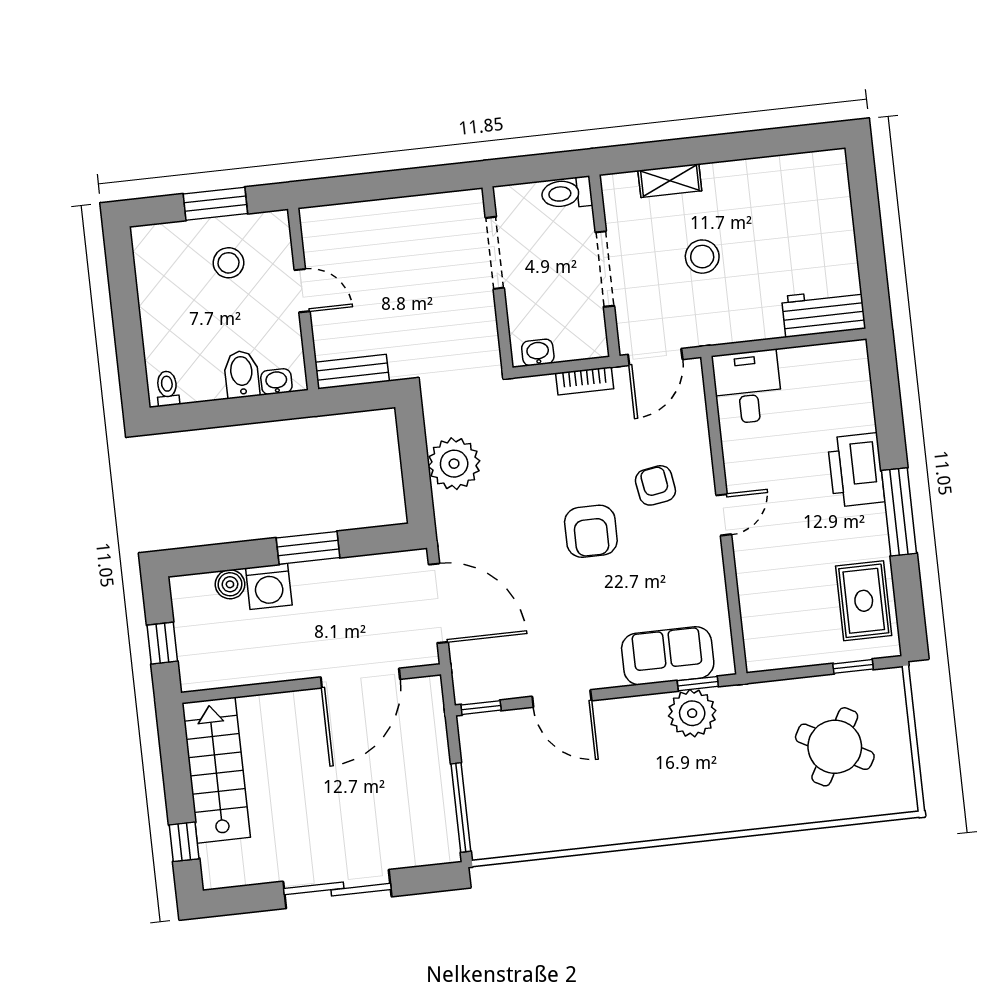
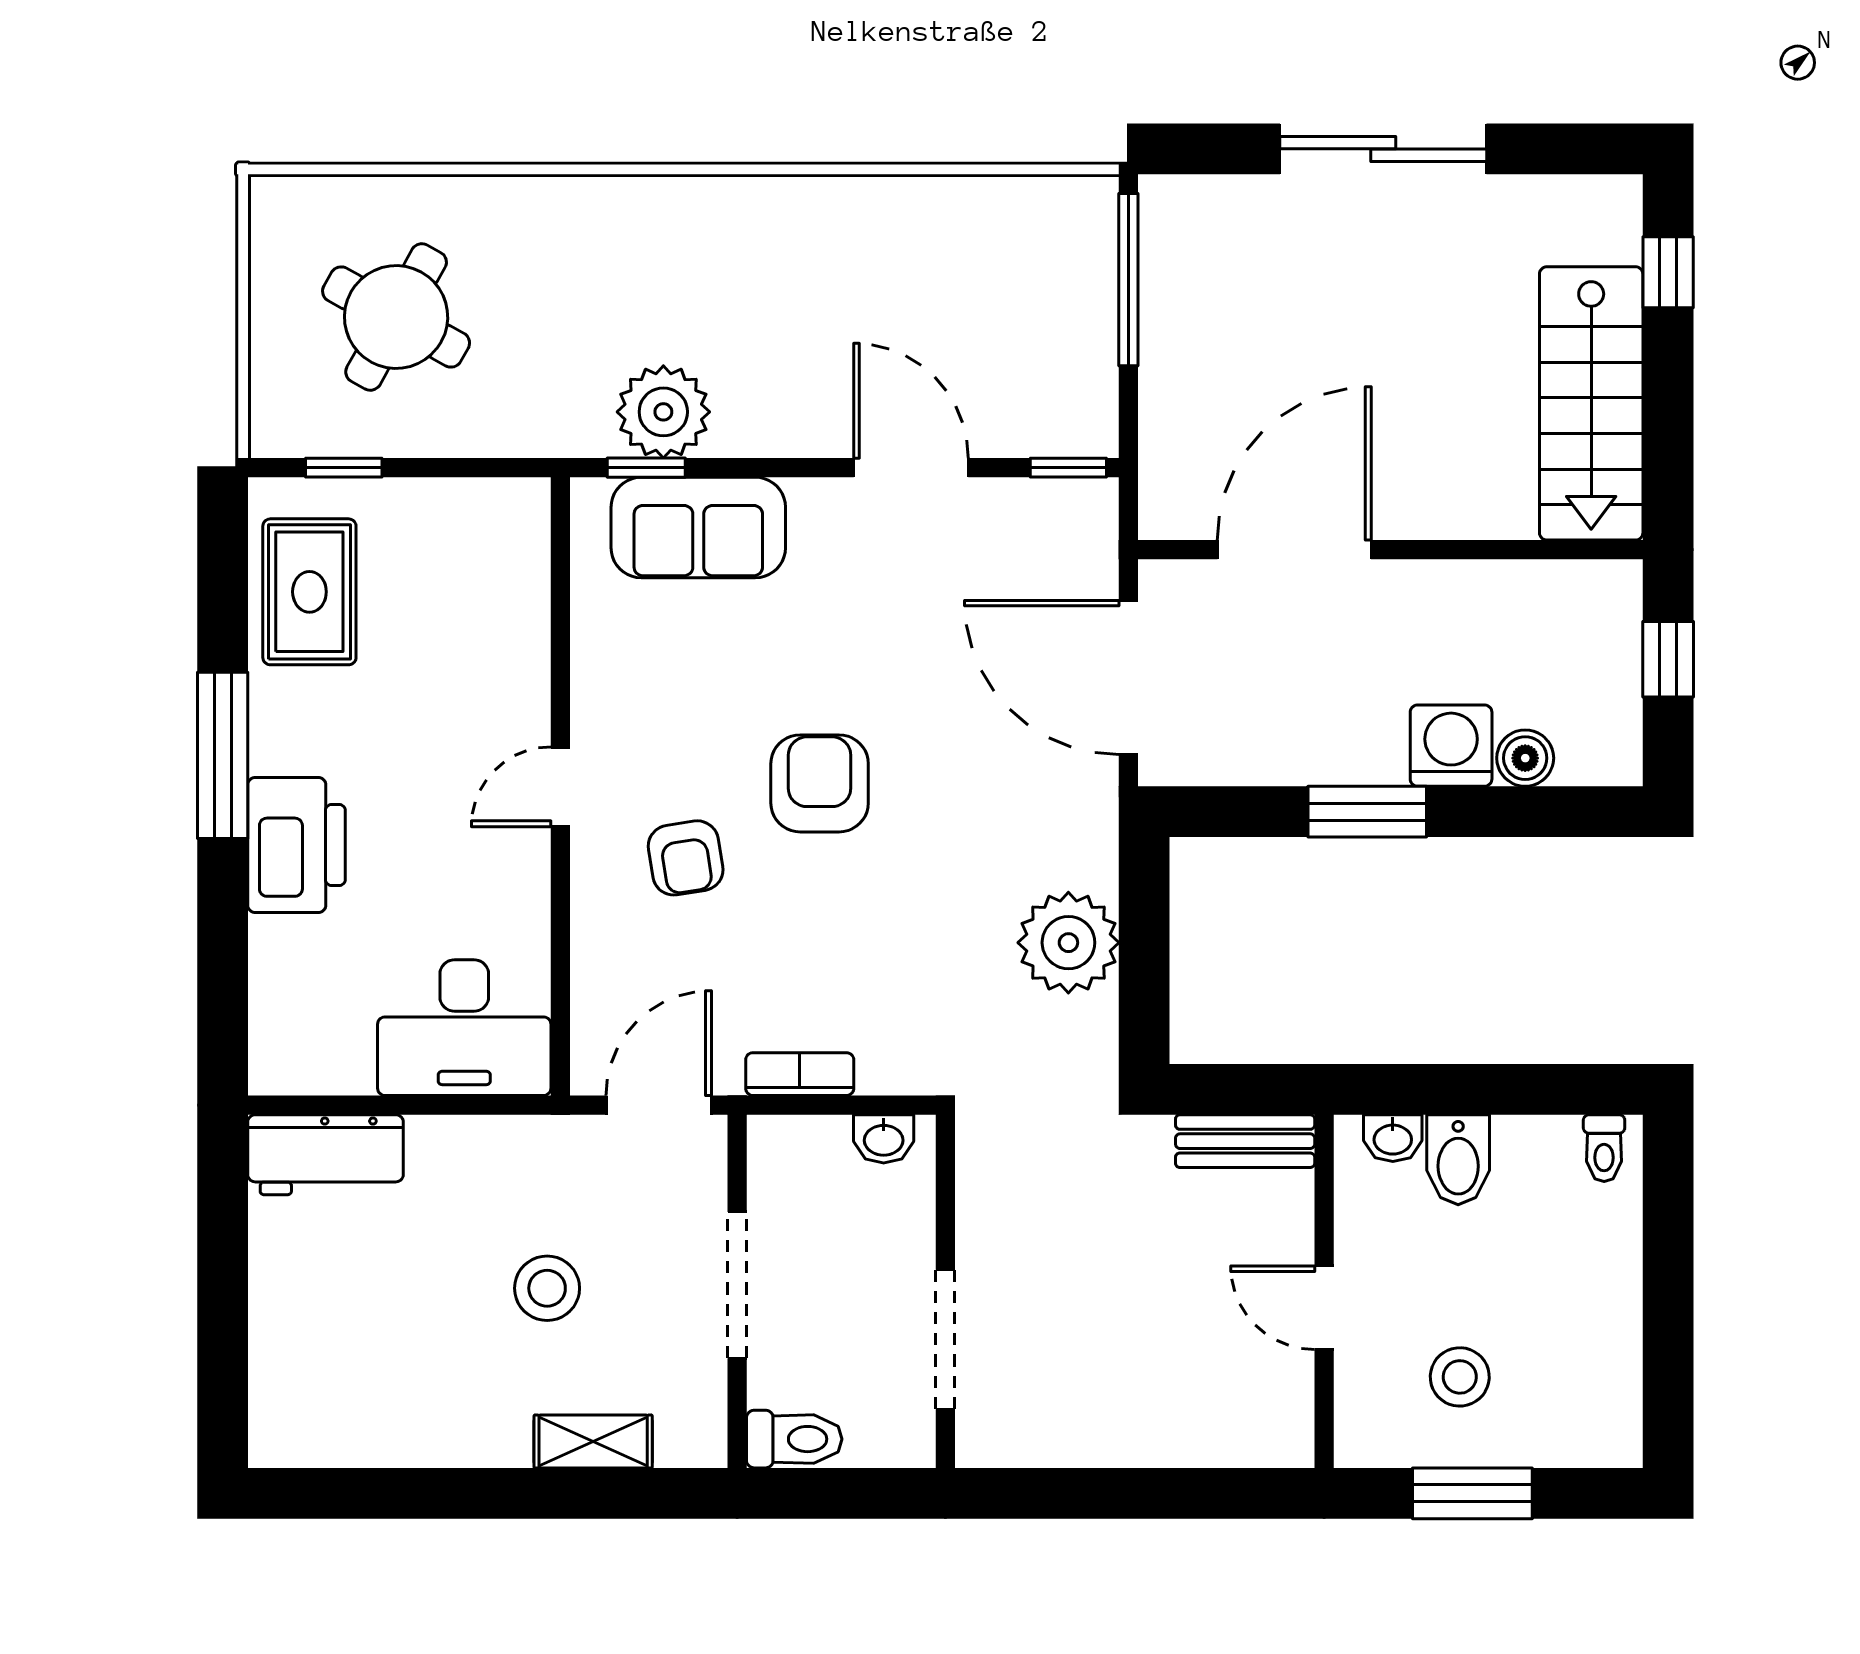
desk: (747, 387) -> (464, 1028), width x1.37

